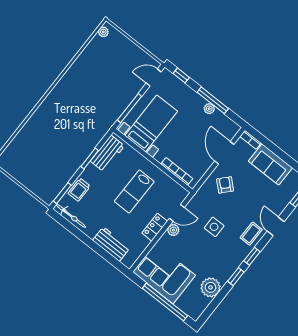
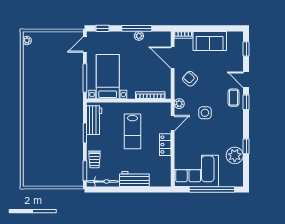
plant: (173, 230) -> (179, 104), moved
workbench: (111, 244) -> (134, 179), moved
window: (252, 256) -> (246, 102), moved
window: (236, 277) -> (246, 146), moved

